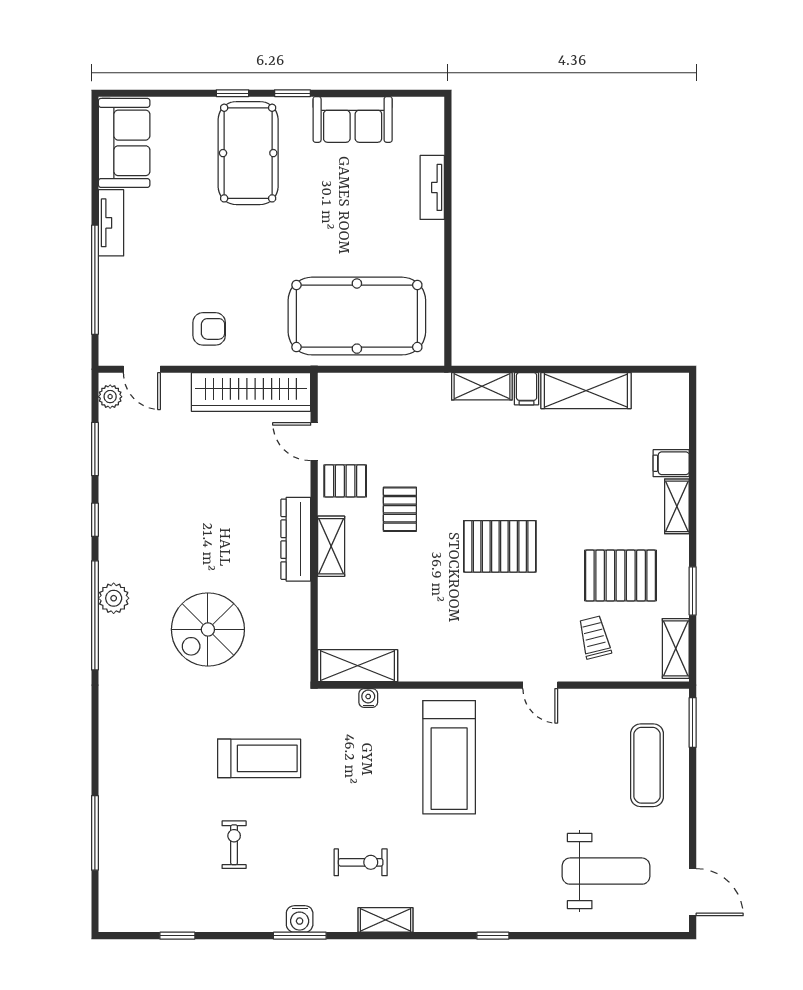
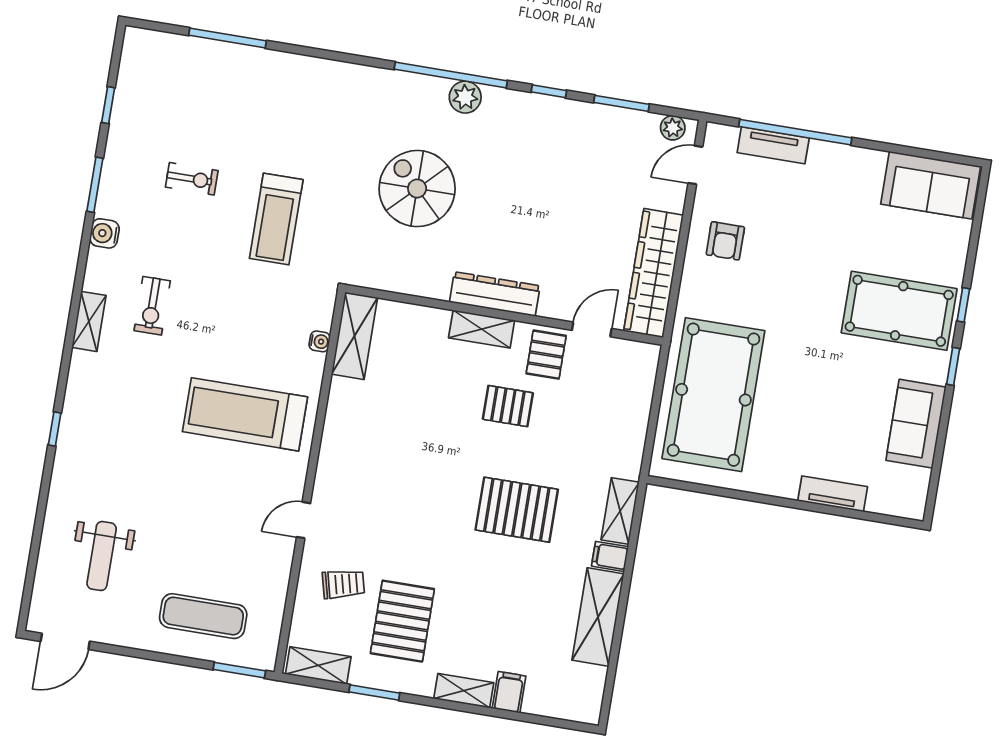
tv unit: (111, 223) -> (773, 145), moved
pallet: (500, 546) -> (517, 510), moved, turned 90
weight bench: (606, 871) -> (102, 556), width x0.73, depth x0.75
window: (300, 936) -> (95, 185), moved

